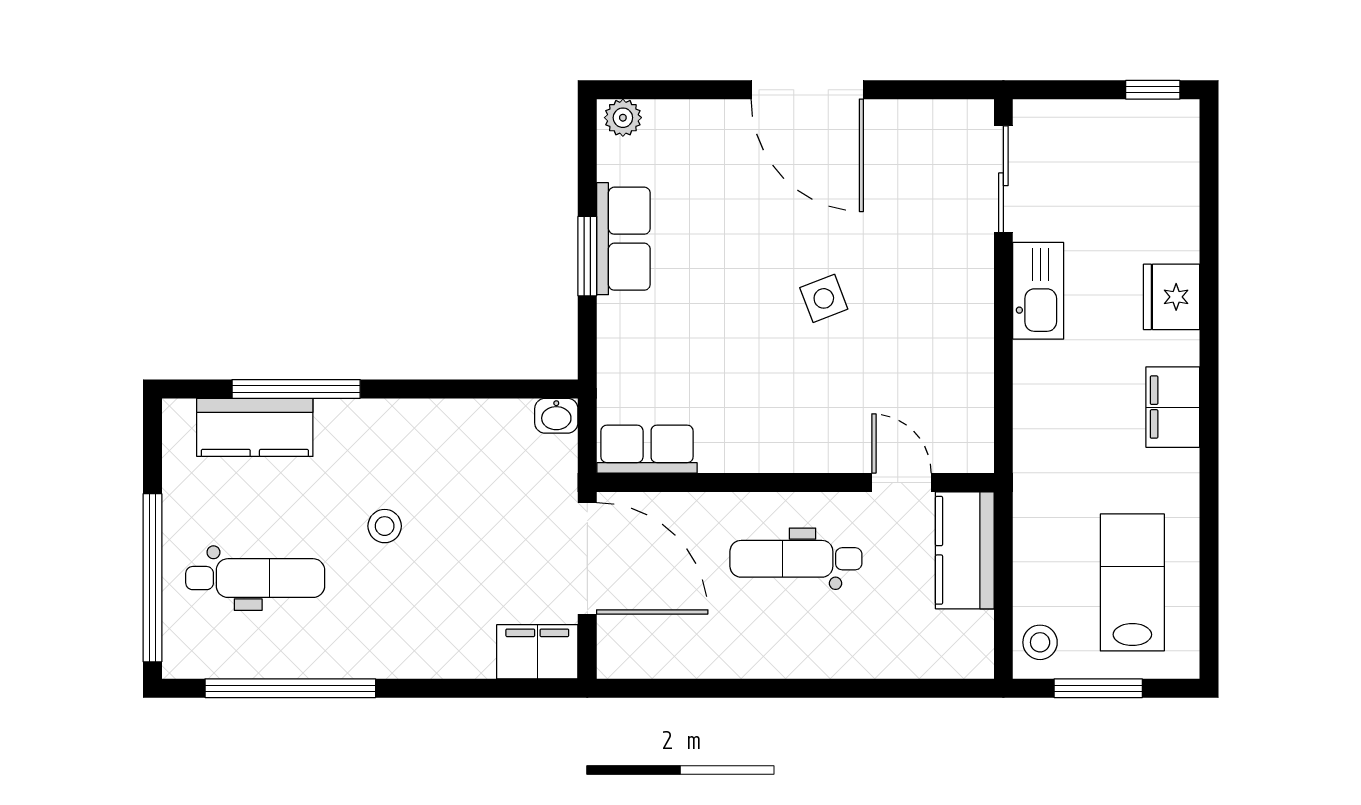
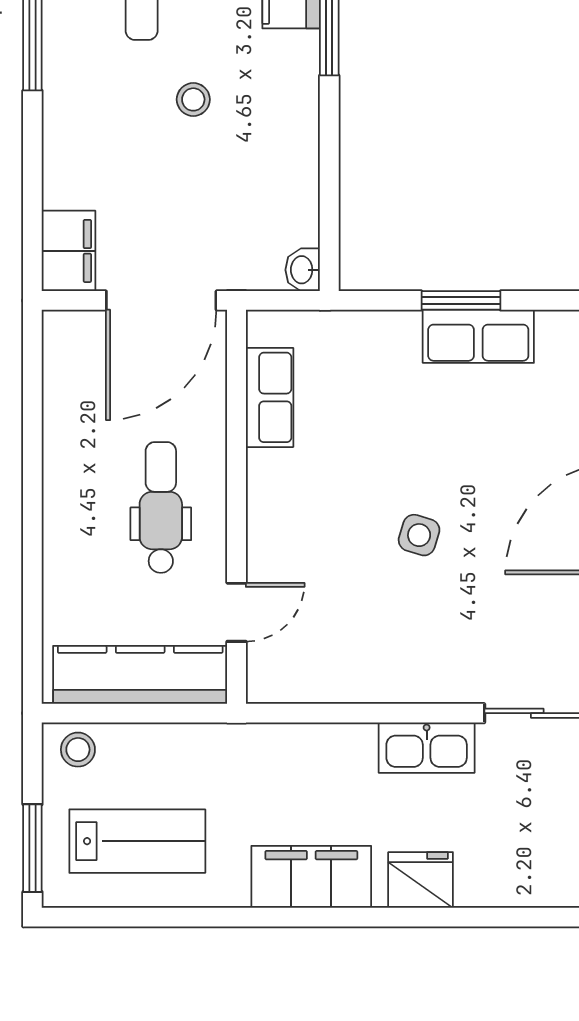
side table: (824, 298) -> (419, 535), turned 38
filing cabinet: (1173, 407) -> (311, 877), width x1.50, depth x1.17
row of seats: (647, 449) -> (270, 397), moved
kitchen counter: (965, 550) -> (140, 675), width x1.50
window: (1098, 688) -> (32, 848), moved

